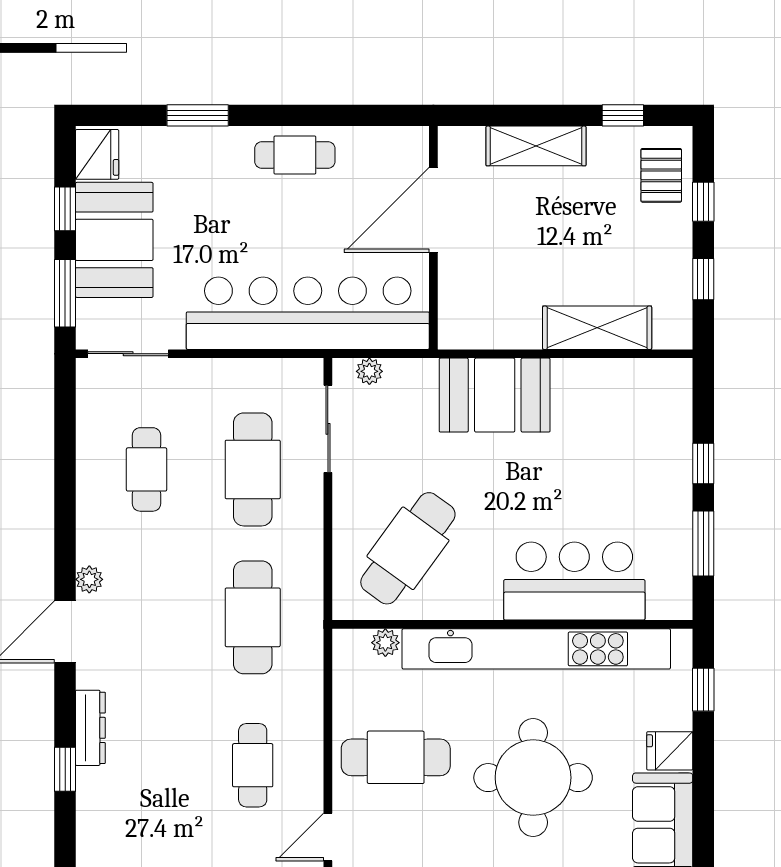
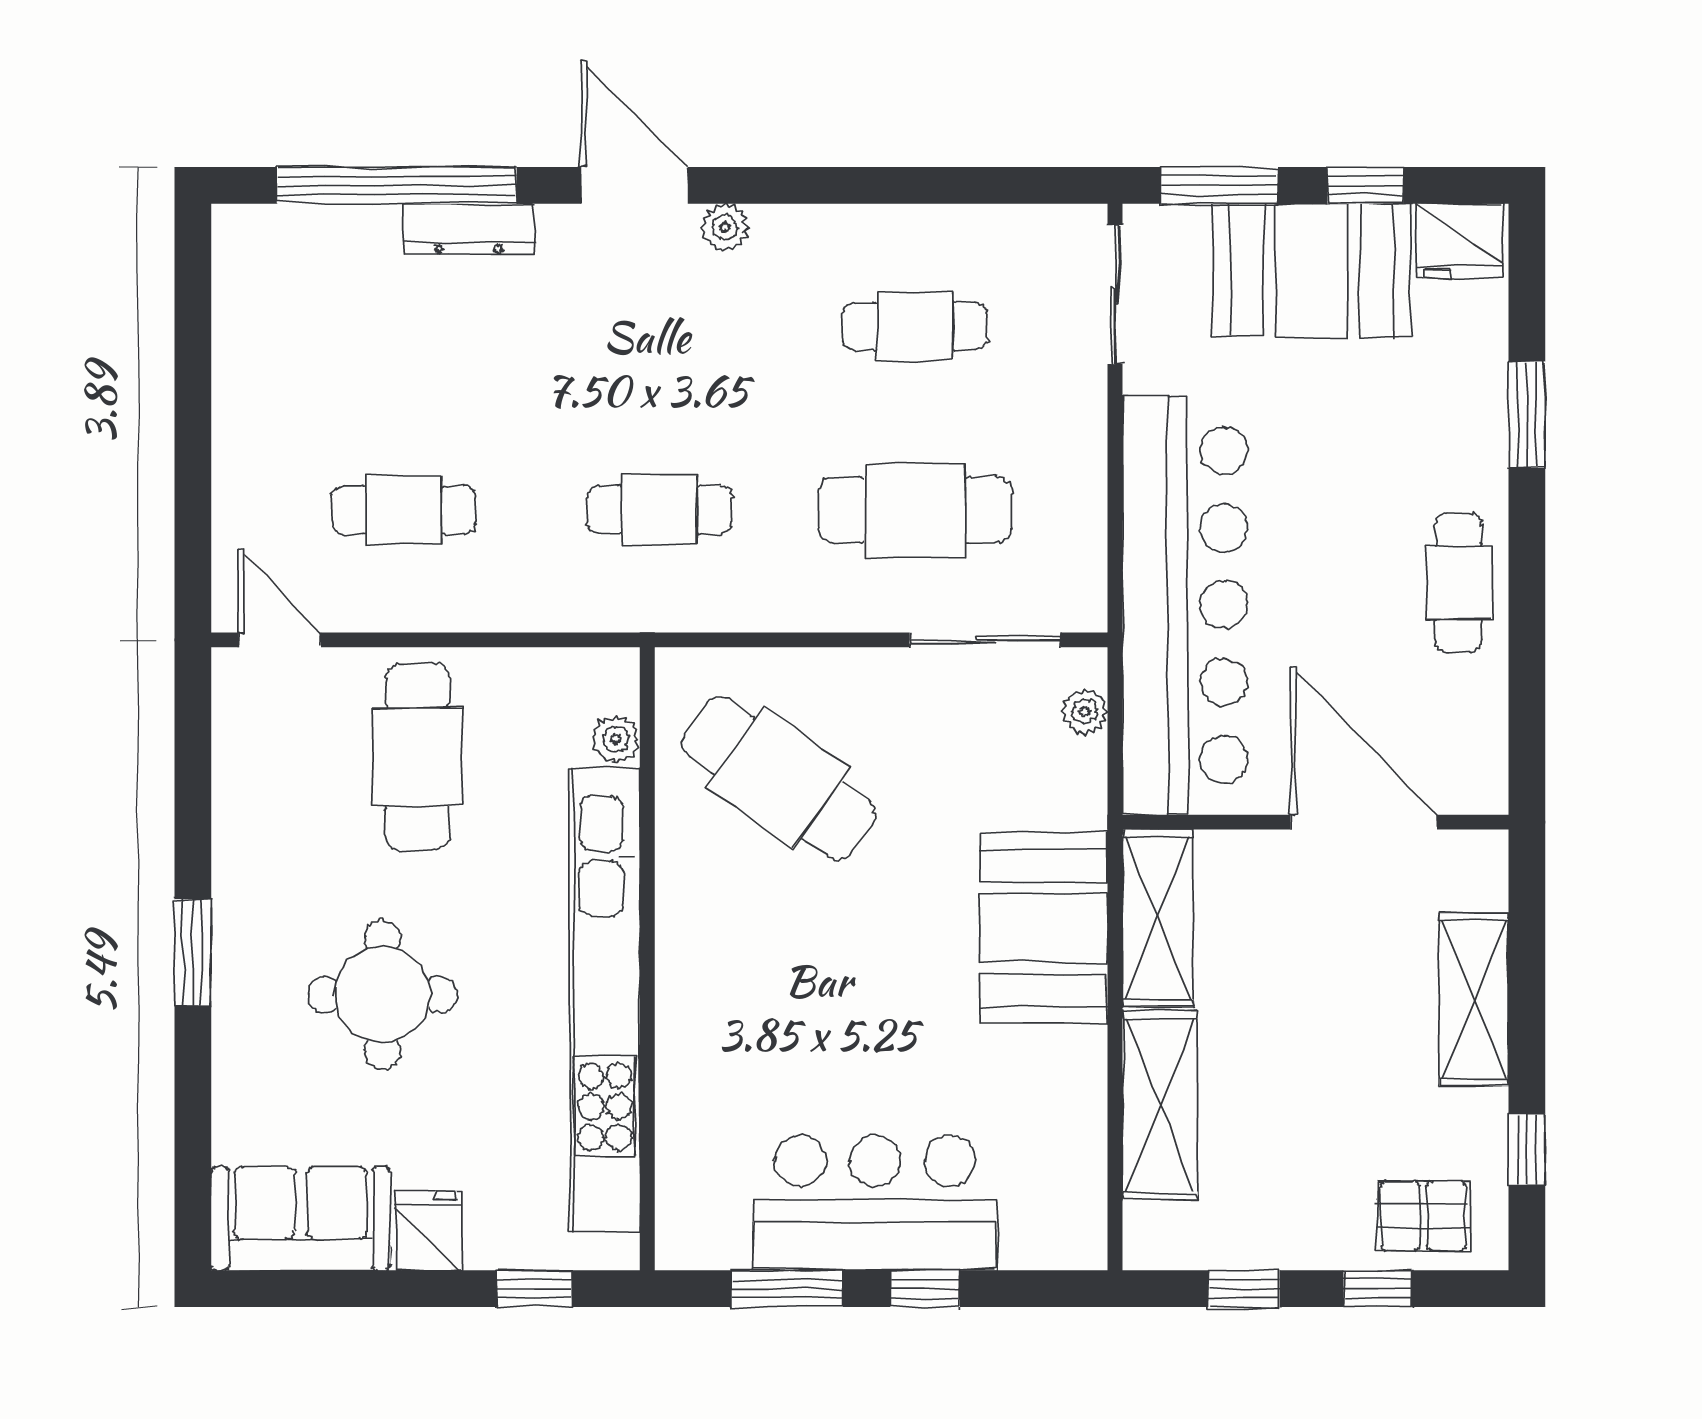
shelving: (489, 329) -> (1158, 918), added
bar counter: (574, 581) -> (875, 1203), moved, turned -90
cafe table: (253, 617) -> (659, 510), width x0.73, depth x0.74
window: (65, 769) -> (397, 185), width x3.17
round table: (533, 778) -> (382, 994), width x0.73, depth x0.73

